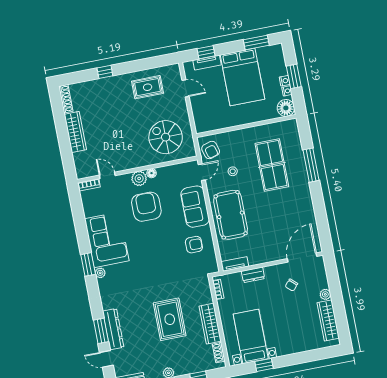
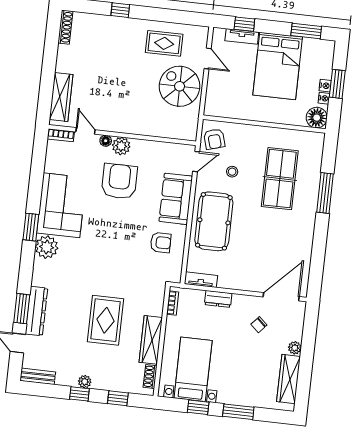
wardrobe: (75, 132) -> (61, 97), moved
spiral stairs: (166, 137) -> (180, 86), moved
floor lamp: (152, 173) -> (106, 141), moved
plant: (100, 273) -> (47, 247), width x1.88, depth x1.88
window: (297, 359) -> (238, 412), added

